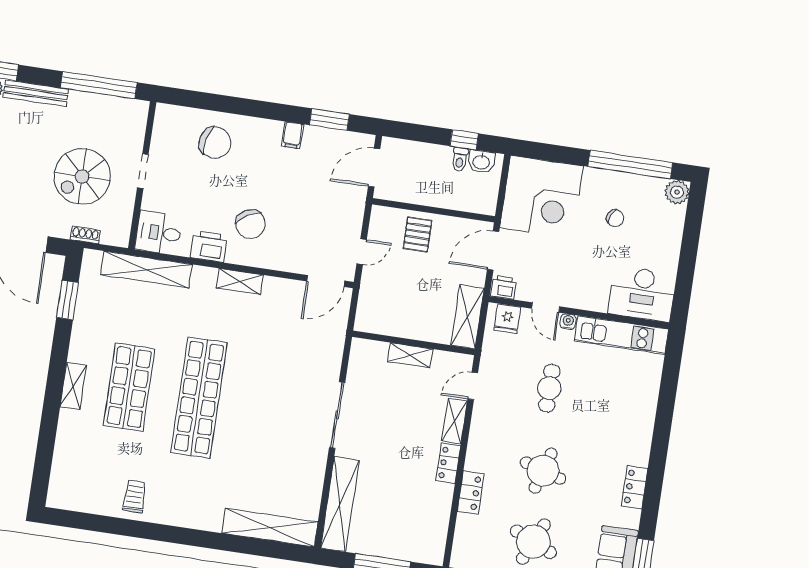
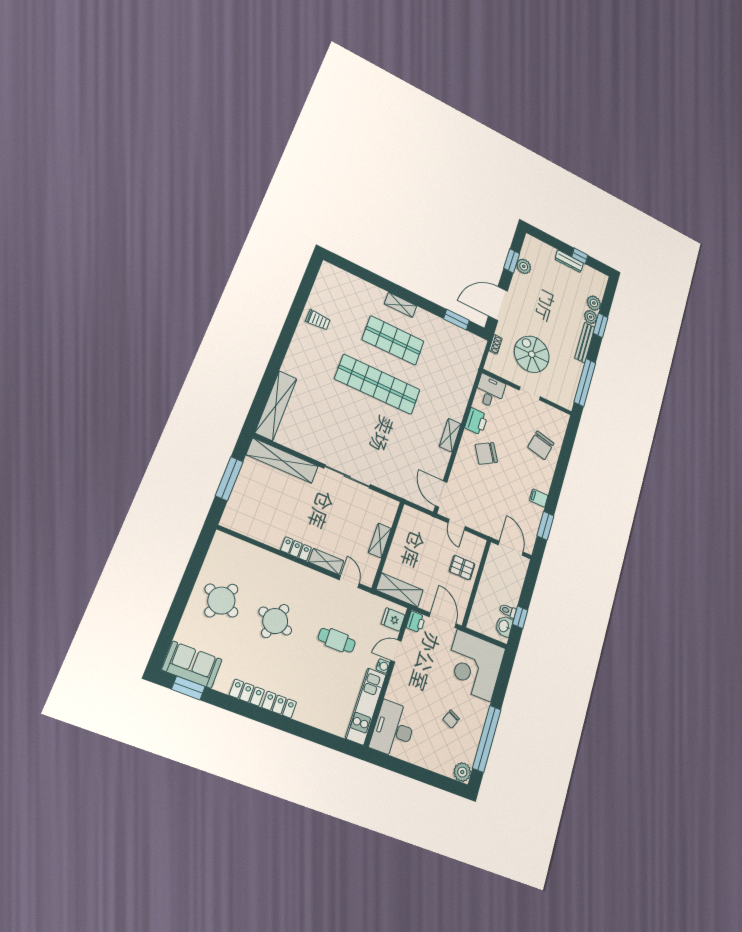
shelving: (146, 270) -> (468, 376), removed
locker: (471, 492) -> (279, 705), moved, turned 180

